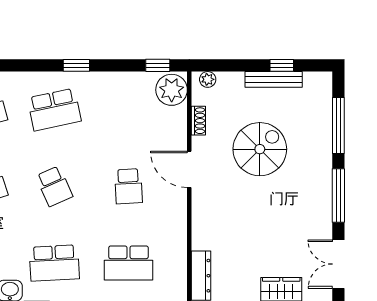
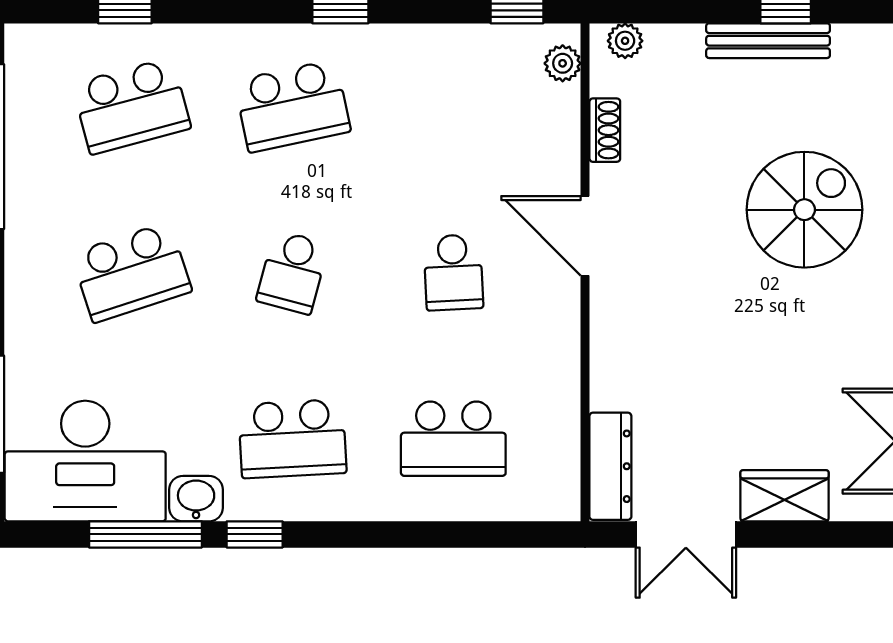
plant: (172, 90) -> (563, 63), width x0.53, depth x0.53
spiral stairs: (260, 149) -> (804, 210), moved
school desk: (54, 186) -> (292, 272), turned 39

